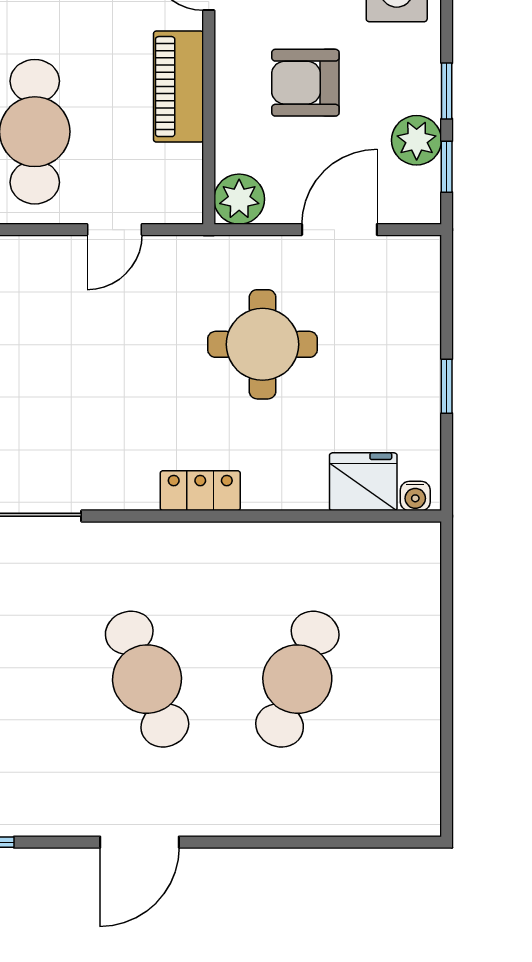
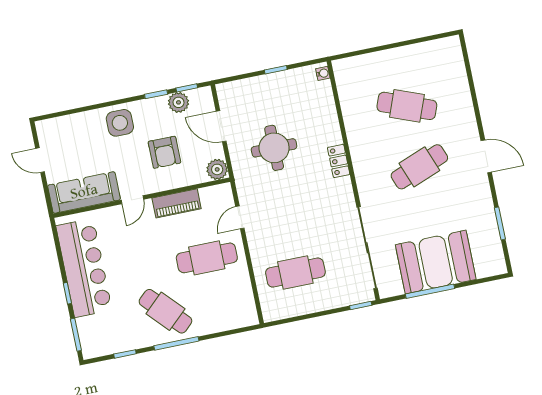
door: (115, 230) -> (240, 217), swing flipped
fridge: (363, 482) -> (321, 96), removed

